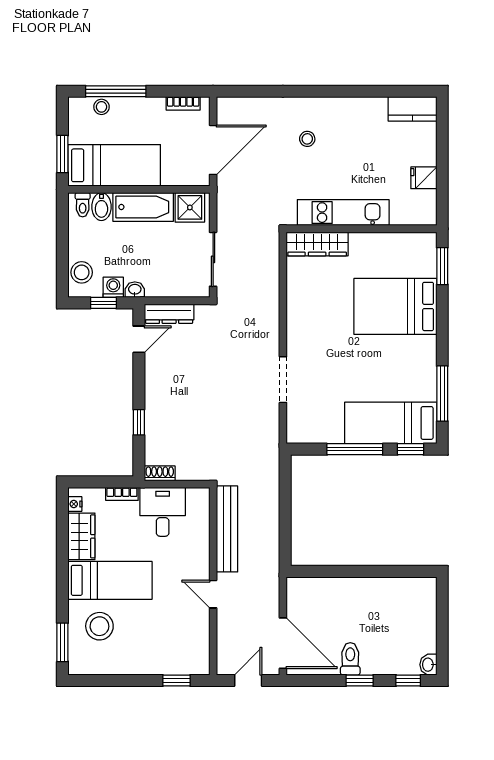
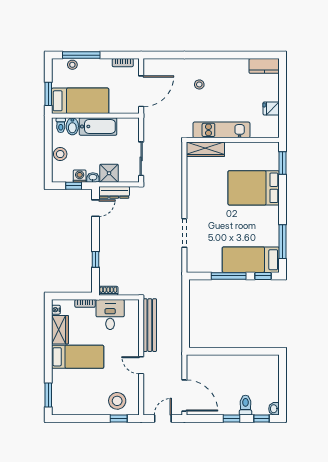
shower: (190, 207) -> (109, 173), moved
stool: (82, 272) -> (60, 154), moved
stool: (99, 626) -> (117, 401), moved
toilet: (350, 659) -> (245, 405), moved

